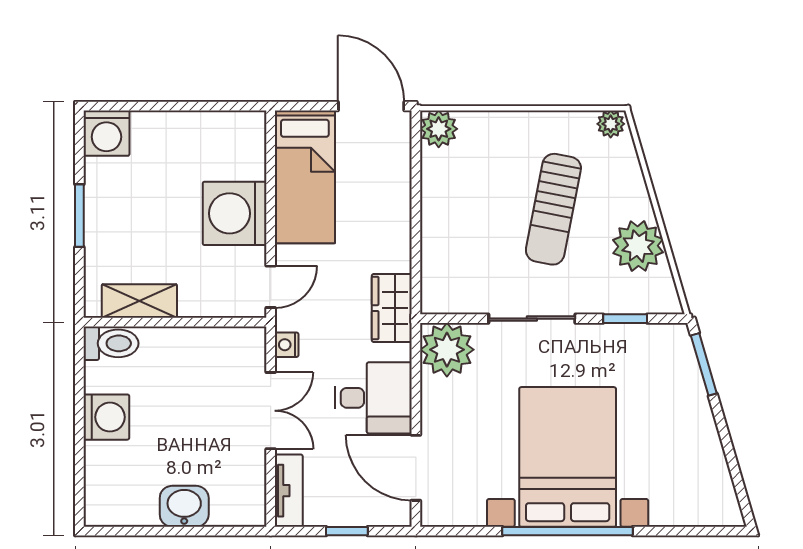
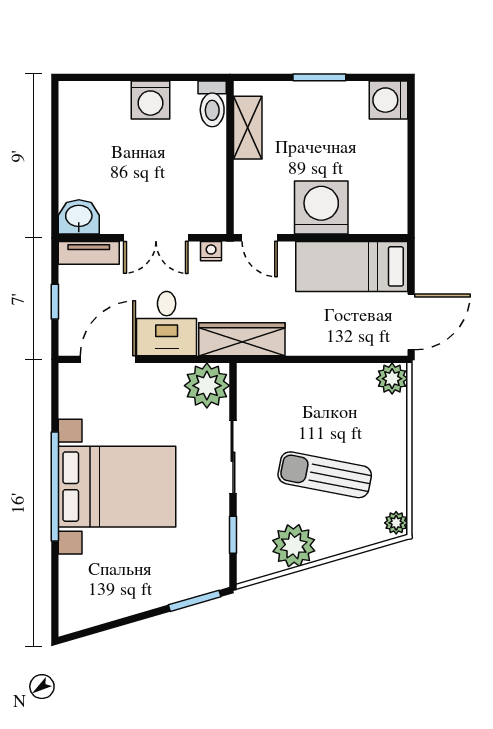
wardrobe: (392, 308) -> (242, 339), width x1.50
washbasin: (184, 506) -> (79, 217), moved, turned -90

